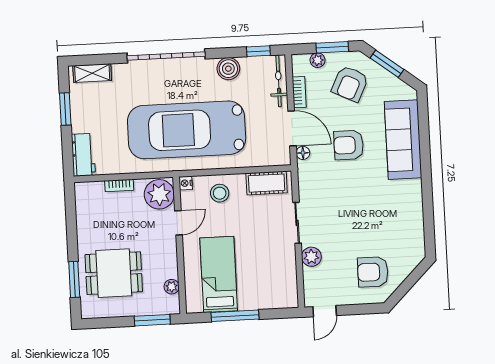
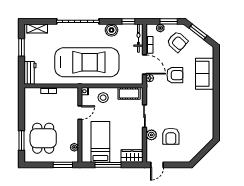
armchair: (350, 84) -> (177, 42), turned -74
car: (187, 130) -> (87, 62), turned 180
sofa: (403, 140) -> (205, 74), width x0.73
armchair: (349, 145) -> (175, 75), turned 180
plant: (159, 194) -> (70, 97), removed
armchair: (373, 272) -> (171, 136), moved, turned -90
dining table: (114, 273) -> (43, 138), turned 90
wardrobe: (278, 297) -> (132, 156), added

